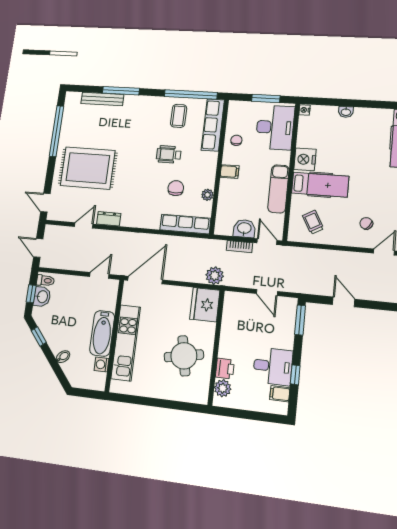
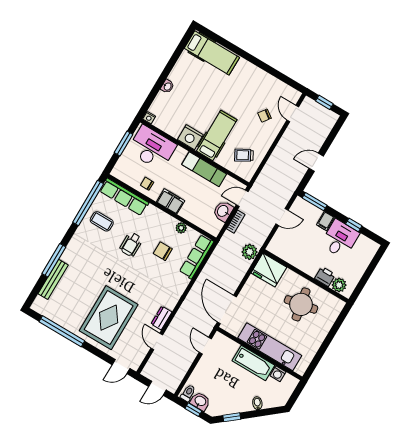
filing cabinet: (230, 172) -> (171, 201), width x2.00
filing cabinet: (280, 394) -> (325, 221), moved

